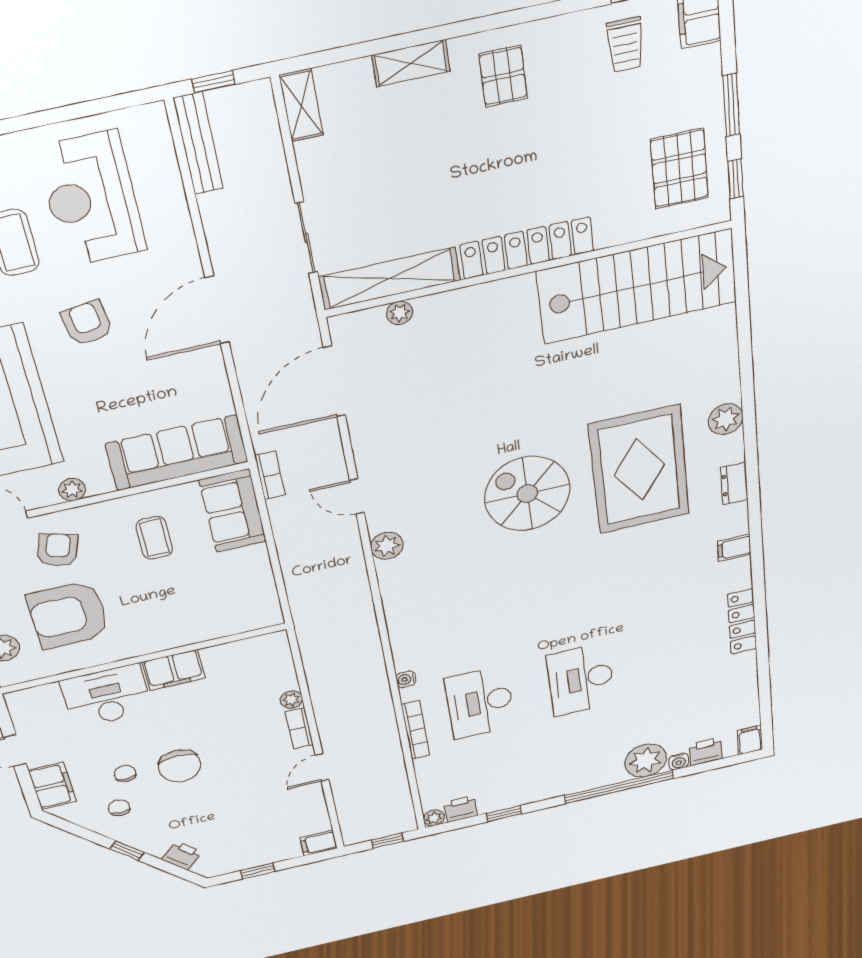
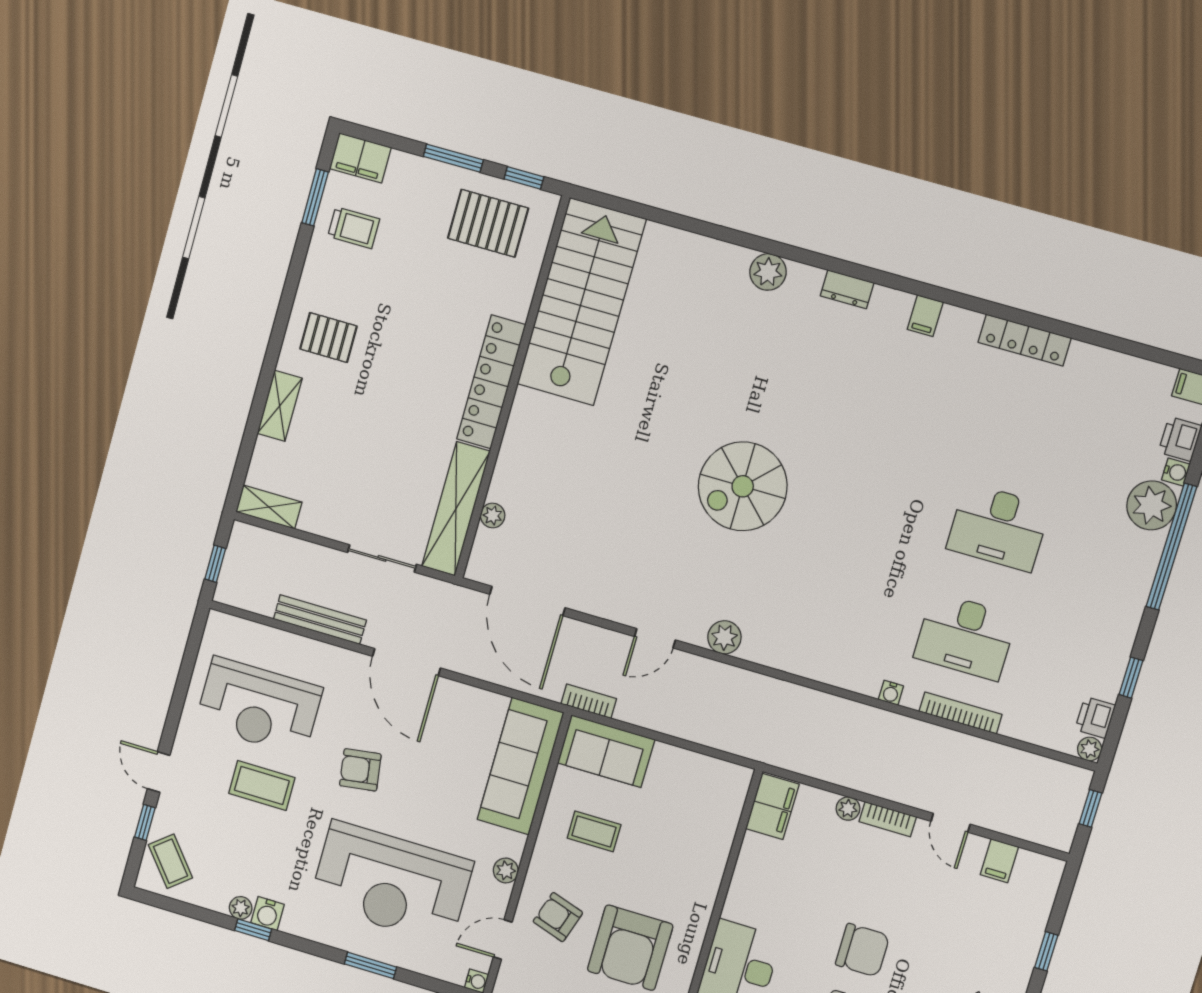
bench: (198, 143) -> (320, 620), moved
rug: (639, 470) -> (777, 373), removed
filing cabinet: (174, 670) -> (772, 806), moved
filing cabinet: (319, 843) -> (999, 861), moved

